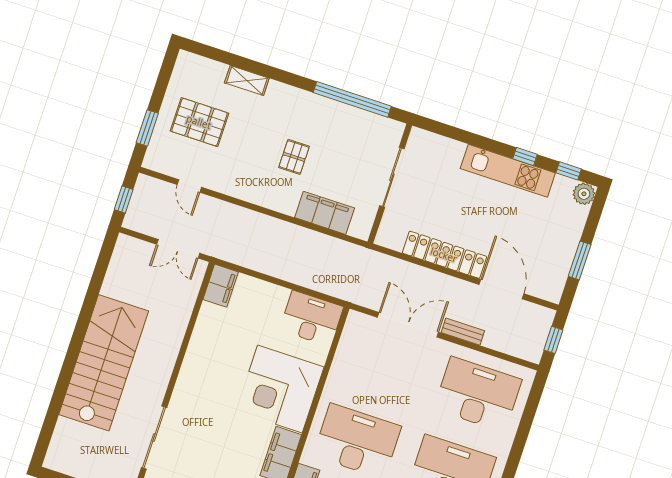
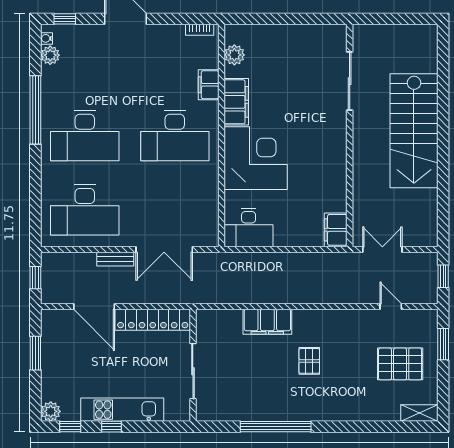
shelving: (247, 80) -> (419, 413), moved
sliding door: (392, 177) -> (193, 371), moved
wall: (390, 184) -> (193, 365), moved

